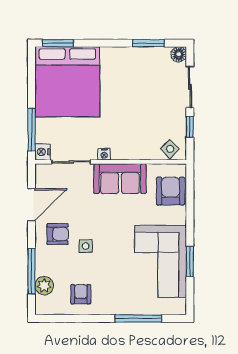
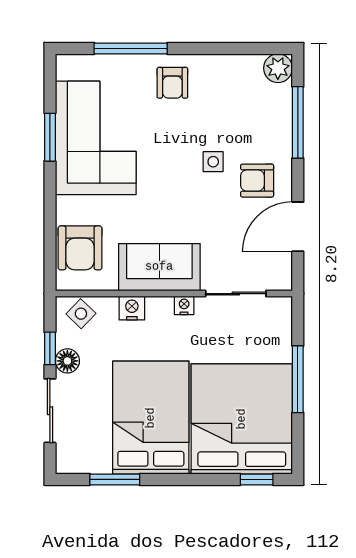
window: (58, 43) -> (257, 479), width x0.67
floor lamp: (179, 54) -> (67, 361), moved
bed: (125, 83) -> (151, 418), added
window: (32, 130) -> (298, 379), moved
nightstand: (43, 152) -> (132, 308), moved, turned -90
plant: (44, 286) -> (278, 68), moved
armchair: (81, 294) -> (172, 83), moved

